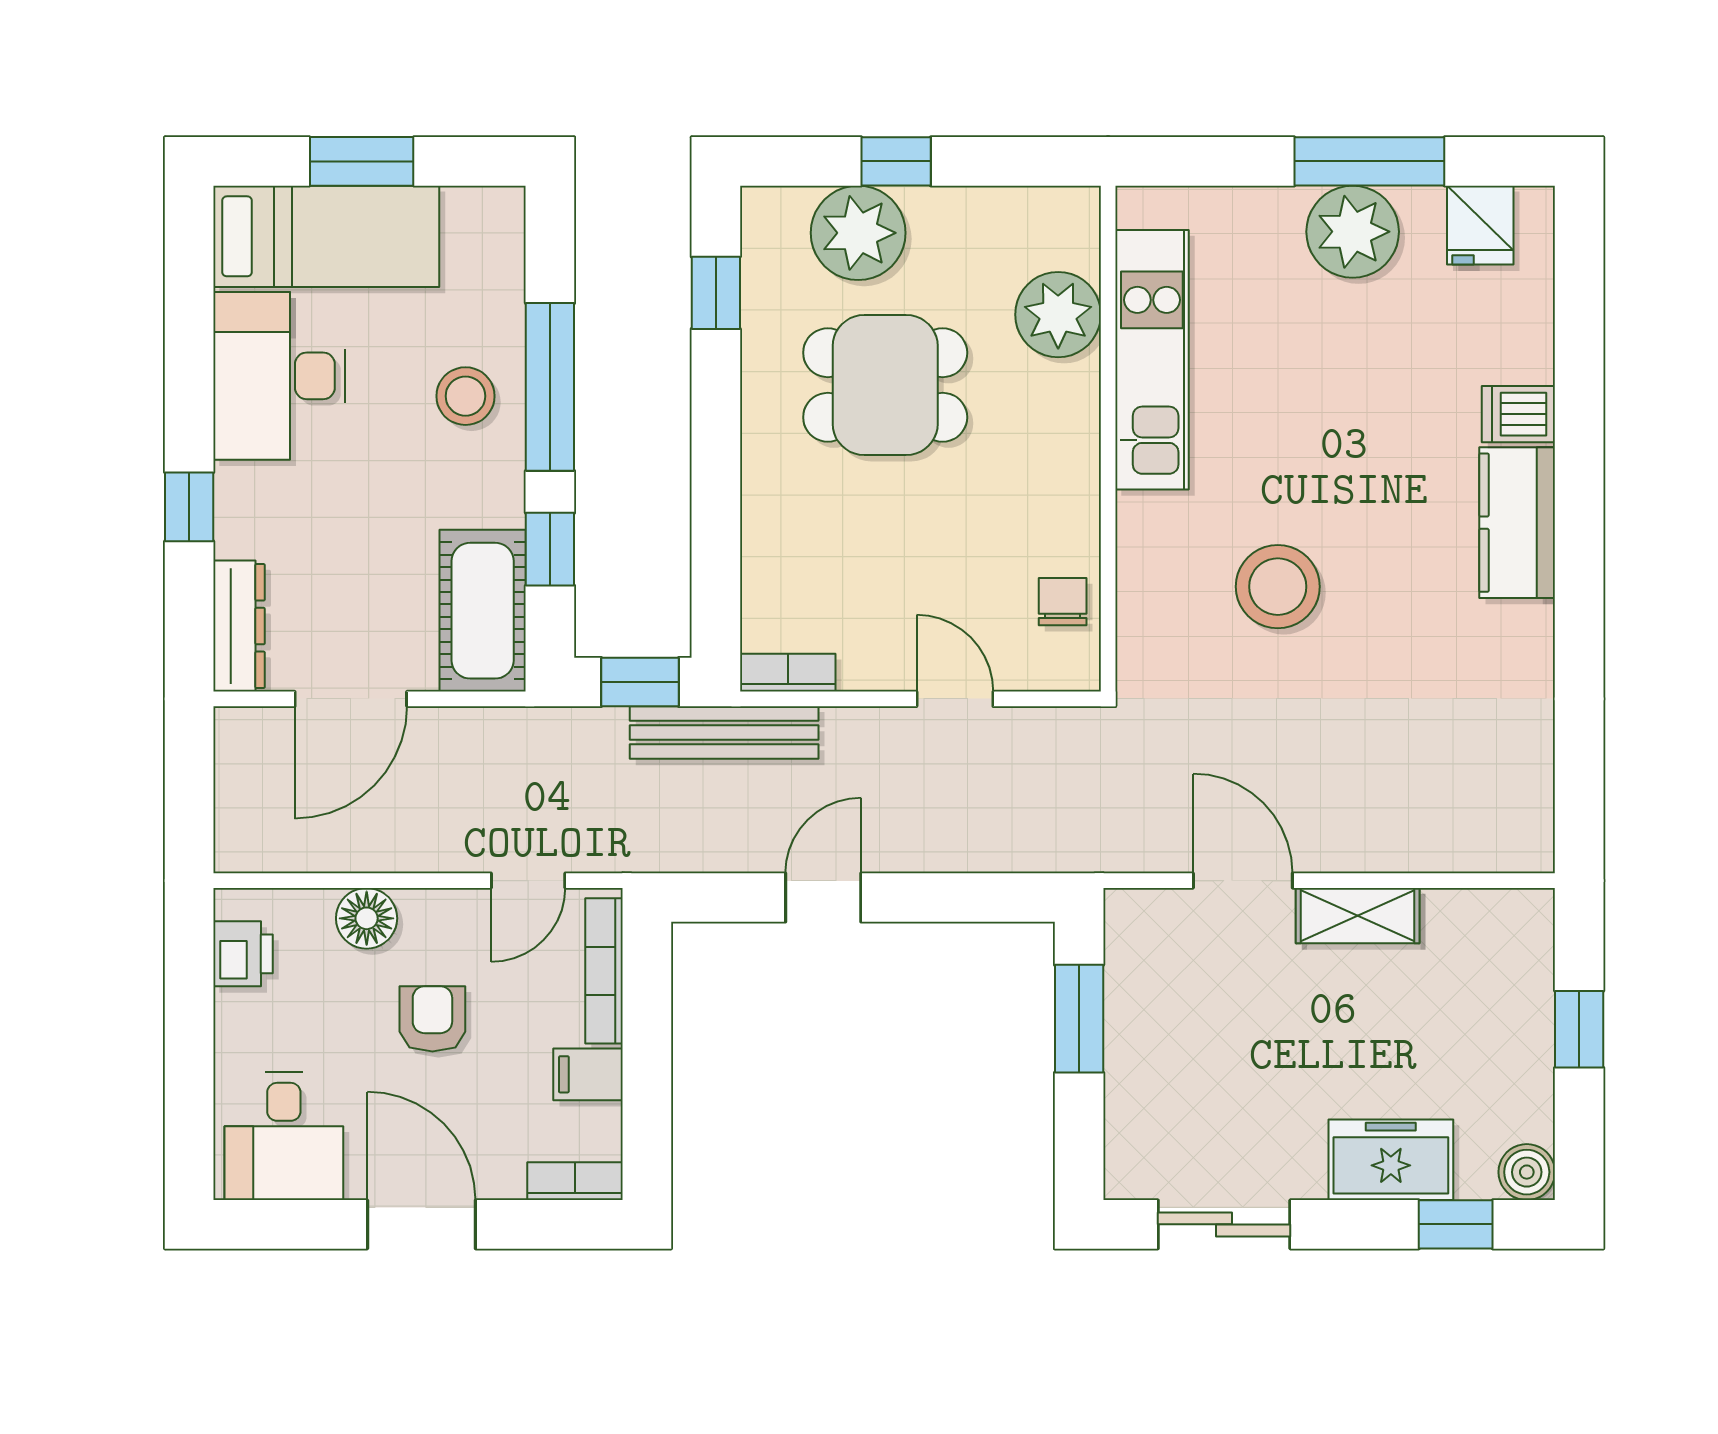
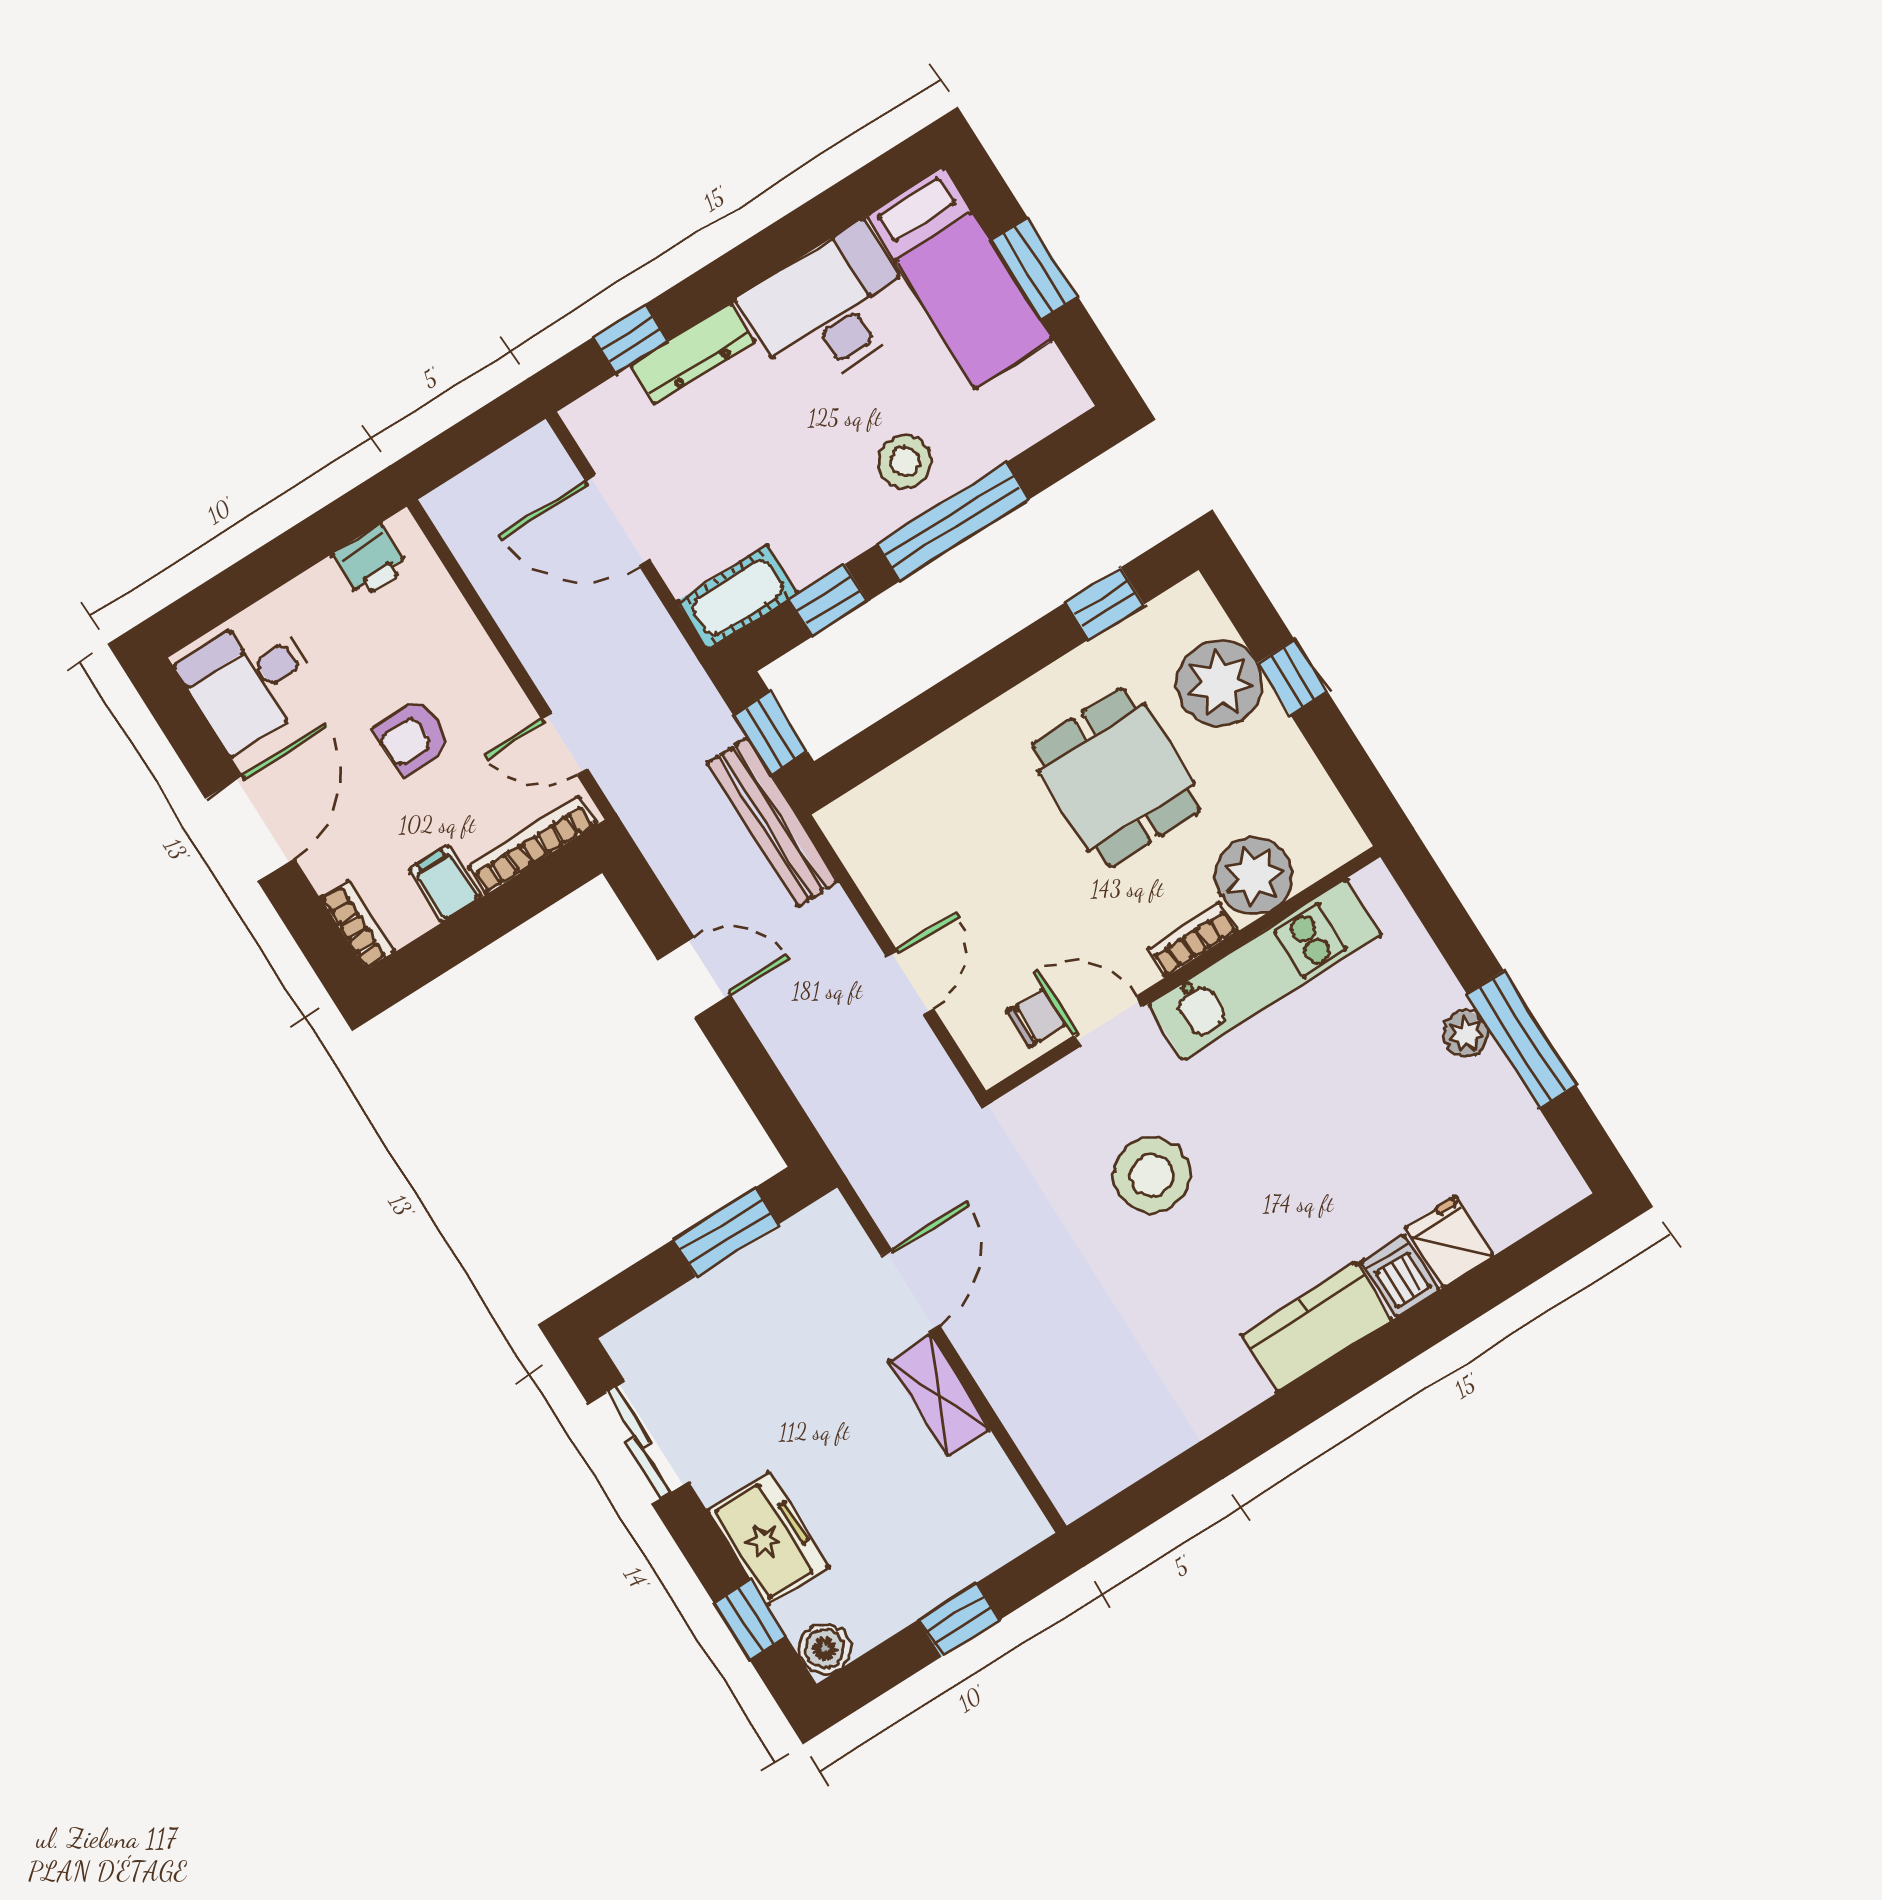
fridge: (1480, 225) -> (1450, 1241), moved, turned 90
plant: (1353, 232) -> (1466, 1034), width x0.53, depth x0.53
window: (189, 507) -> (631, 339), moved
door: (1108, 536) -> (1108, 1021), added
cot: (483, 611) -> (738, 597), width x0.73, depth x0.75
dresser: (239, 626) -> (693, 353), moved
bookcase: (788, 673) -> (1192, 940), moved, turned -90
floor lamp: (367, 918) -> (458, 639), removed
armchair: (432, 1019) -> (412, 738), turned 180

